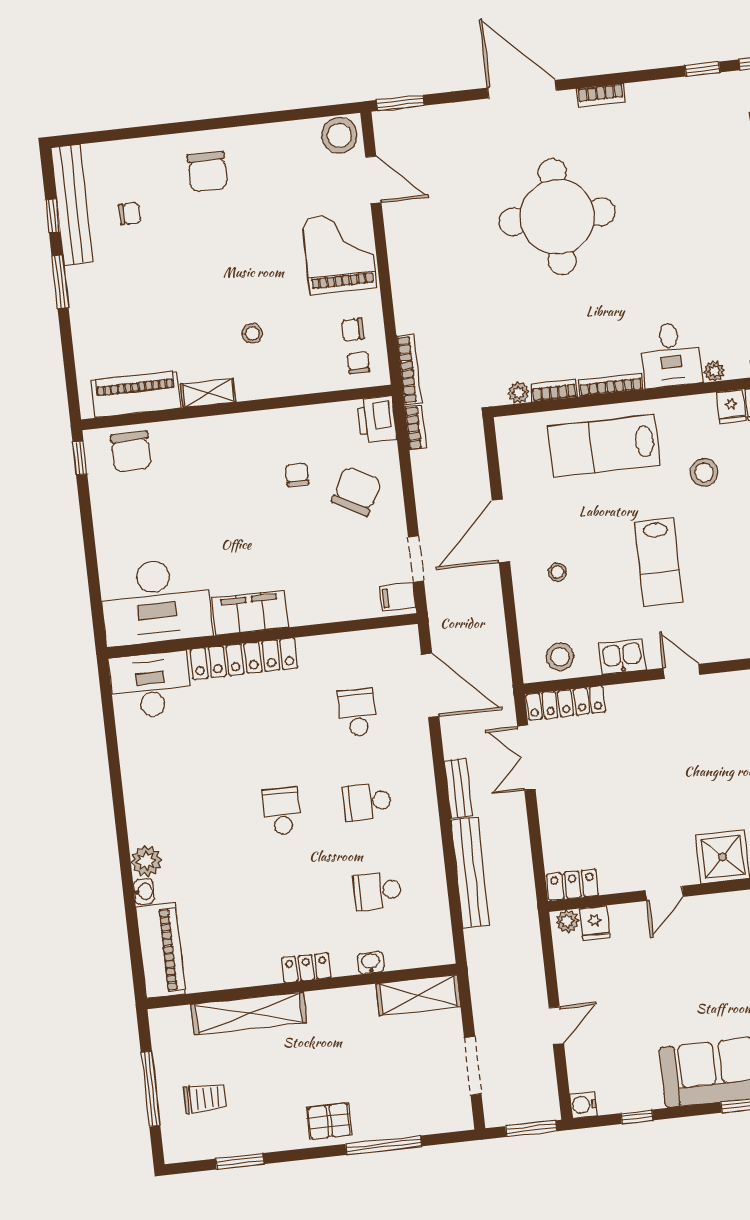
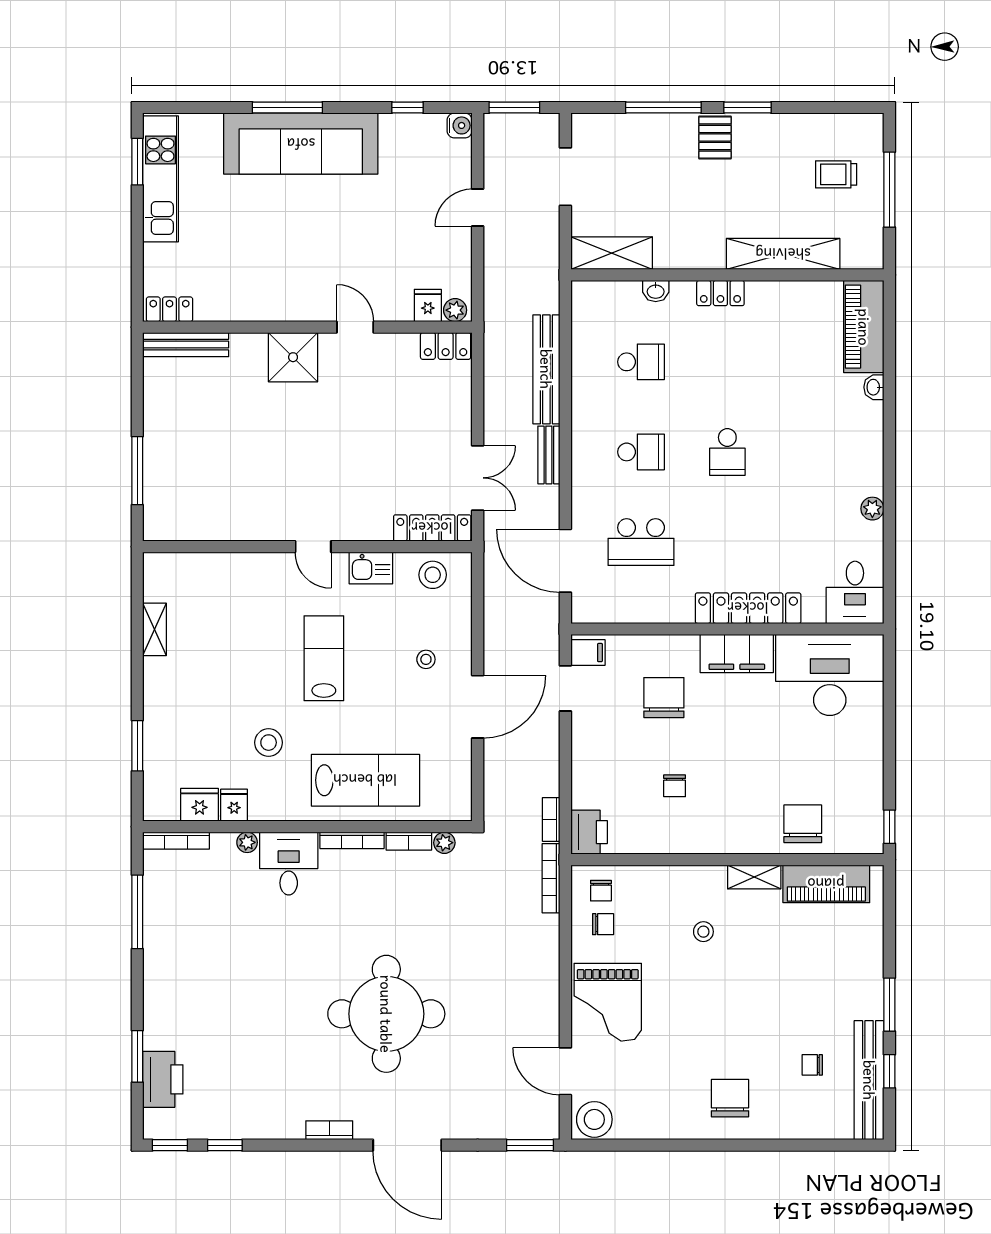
chair: (131, 452) -> (803, 824), moved
chair: (357, 491) -> (664, 698), moved, turned 151
desk: (151, 685) -> (855, 592), width x0.73
school desk: (357, 712) -> (641, 542), width x1.85
plant: (146, 861) -> (872, 509), moved, width x0.73, depth x0.73
door: (664, 893) -> (355, 327), hinge flipped
pallet: (329, 1121) -> (715, 137), turned 90
window: (240, 1161) -> (748, 107), moved

